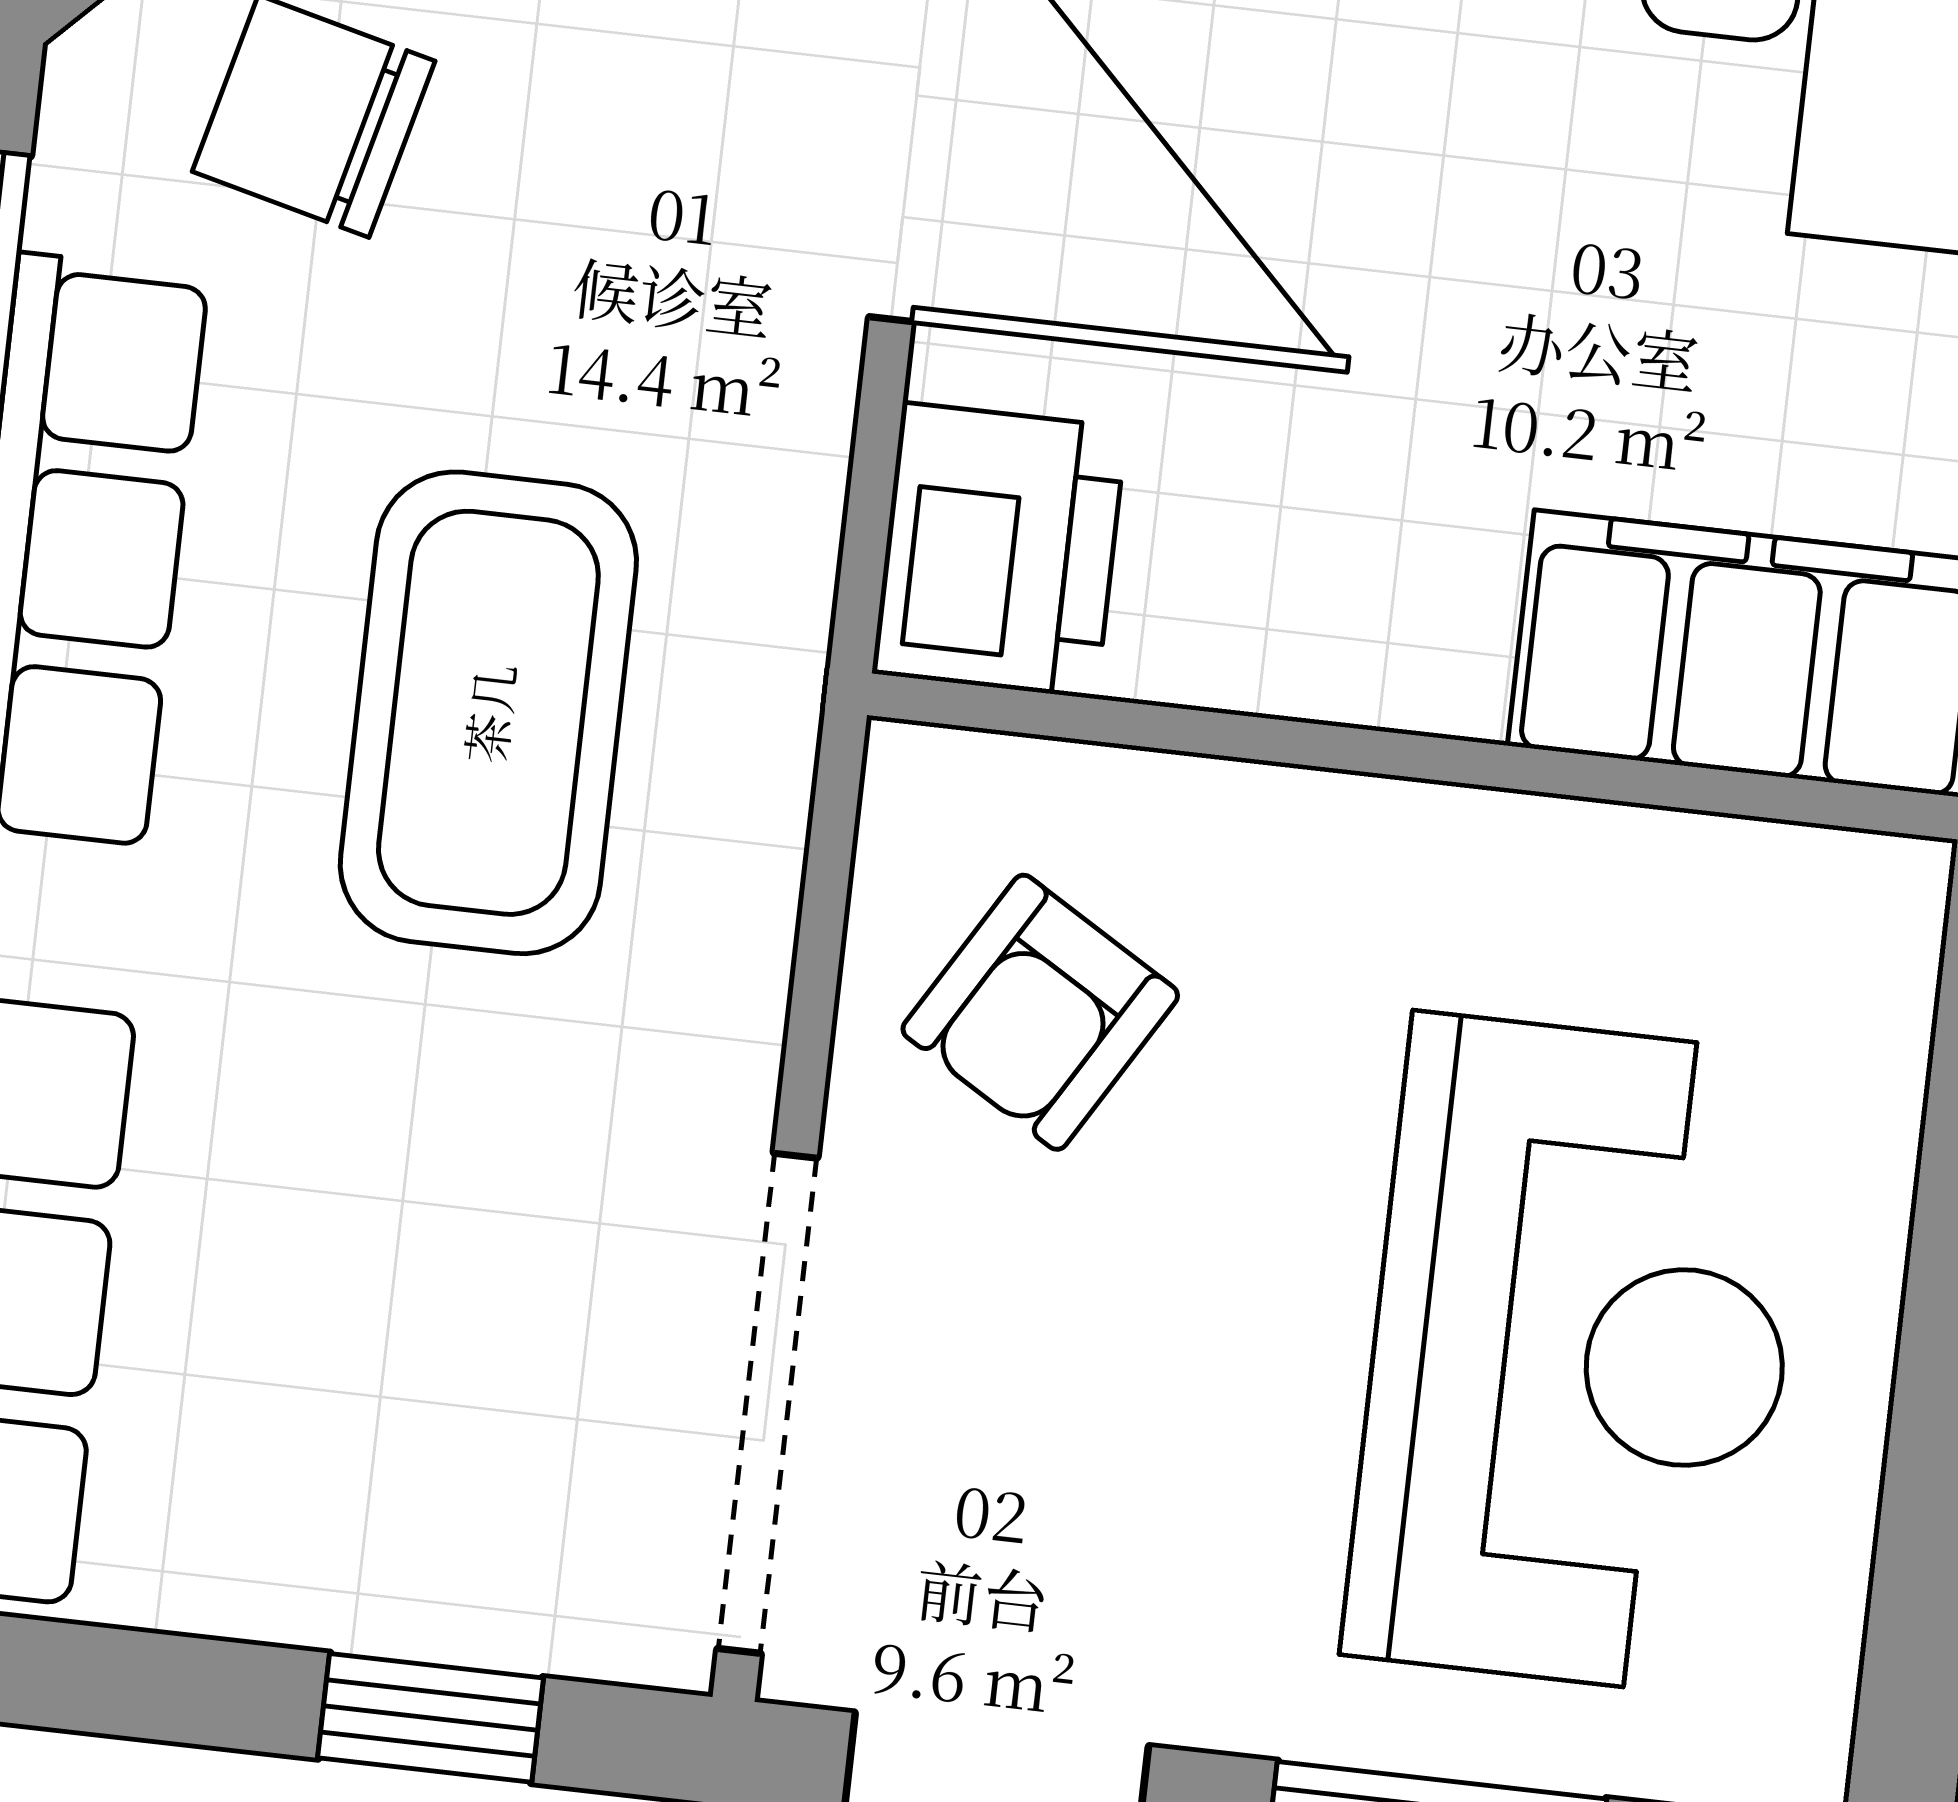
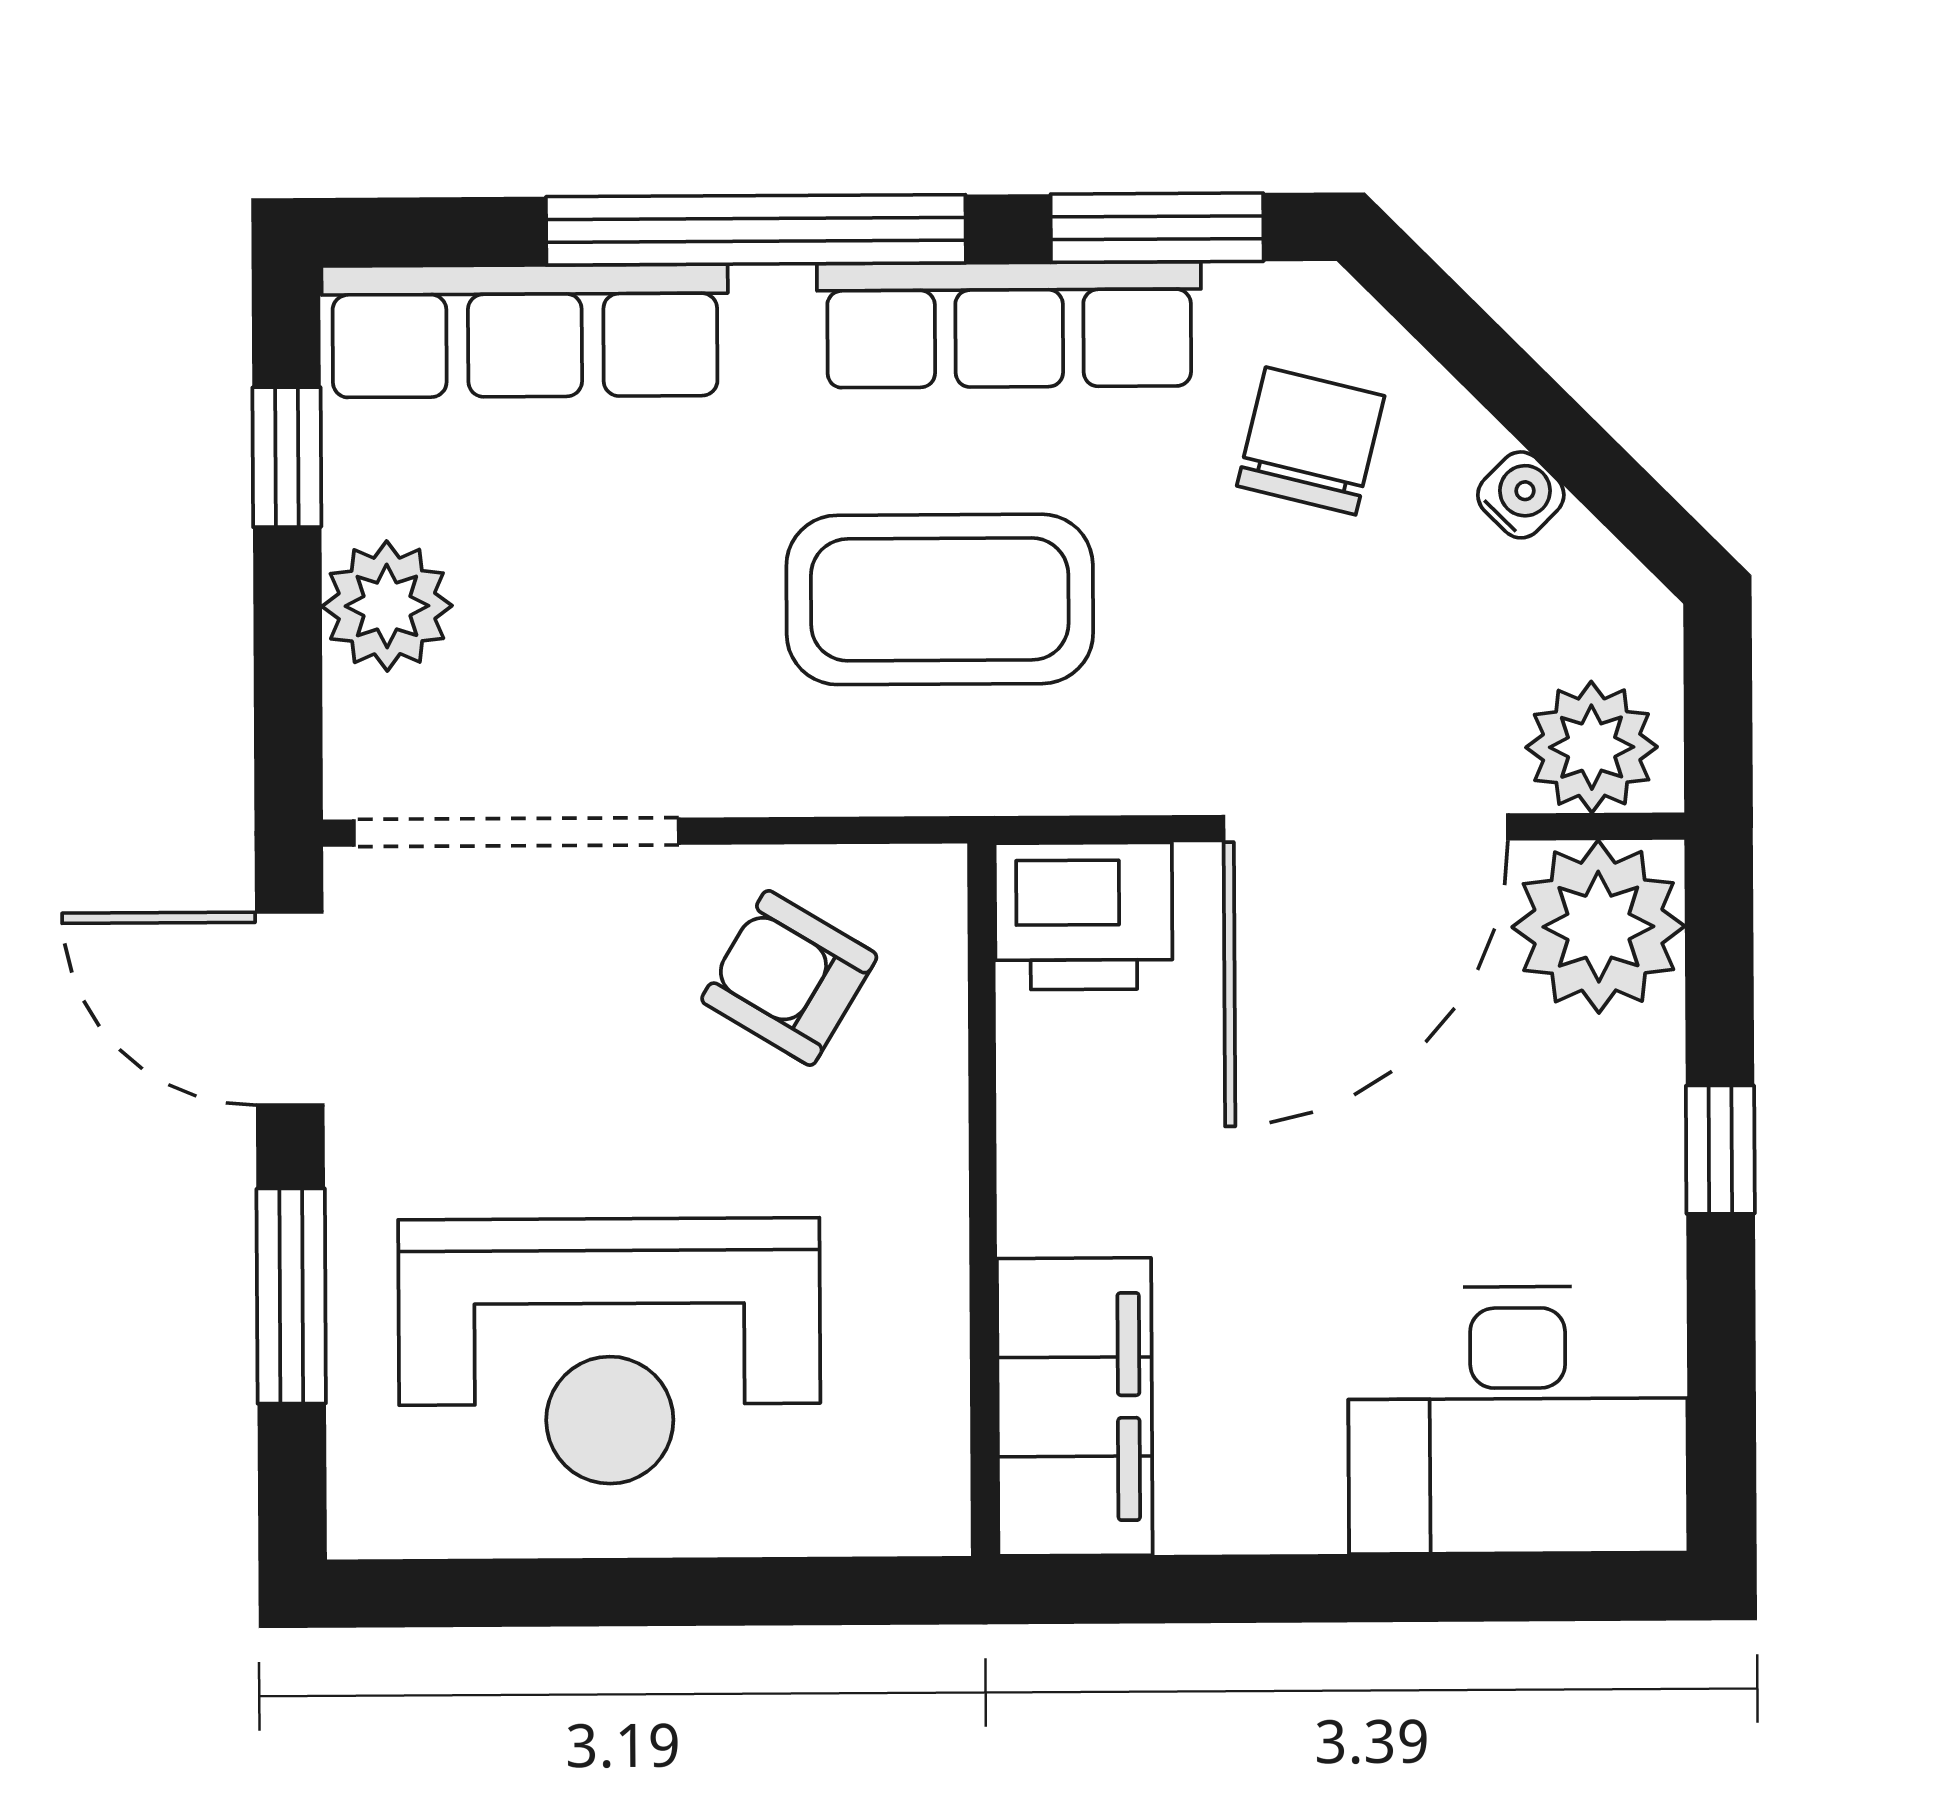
plant: (398, 1560) -> (387, 606), added
window: (431, 1718) -> (287, 457), moved

